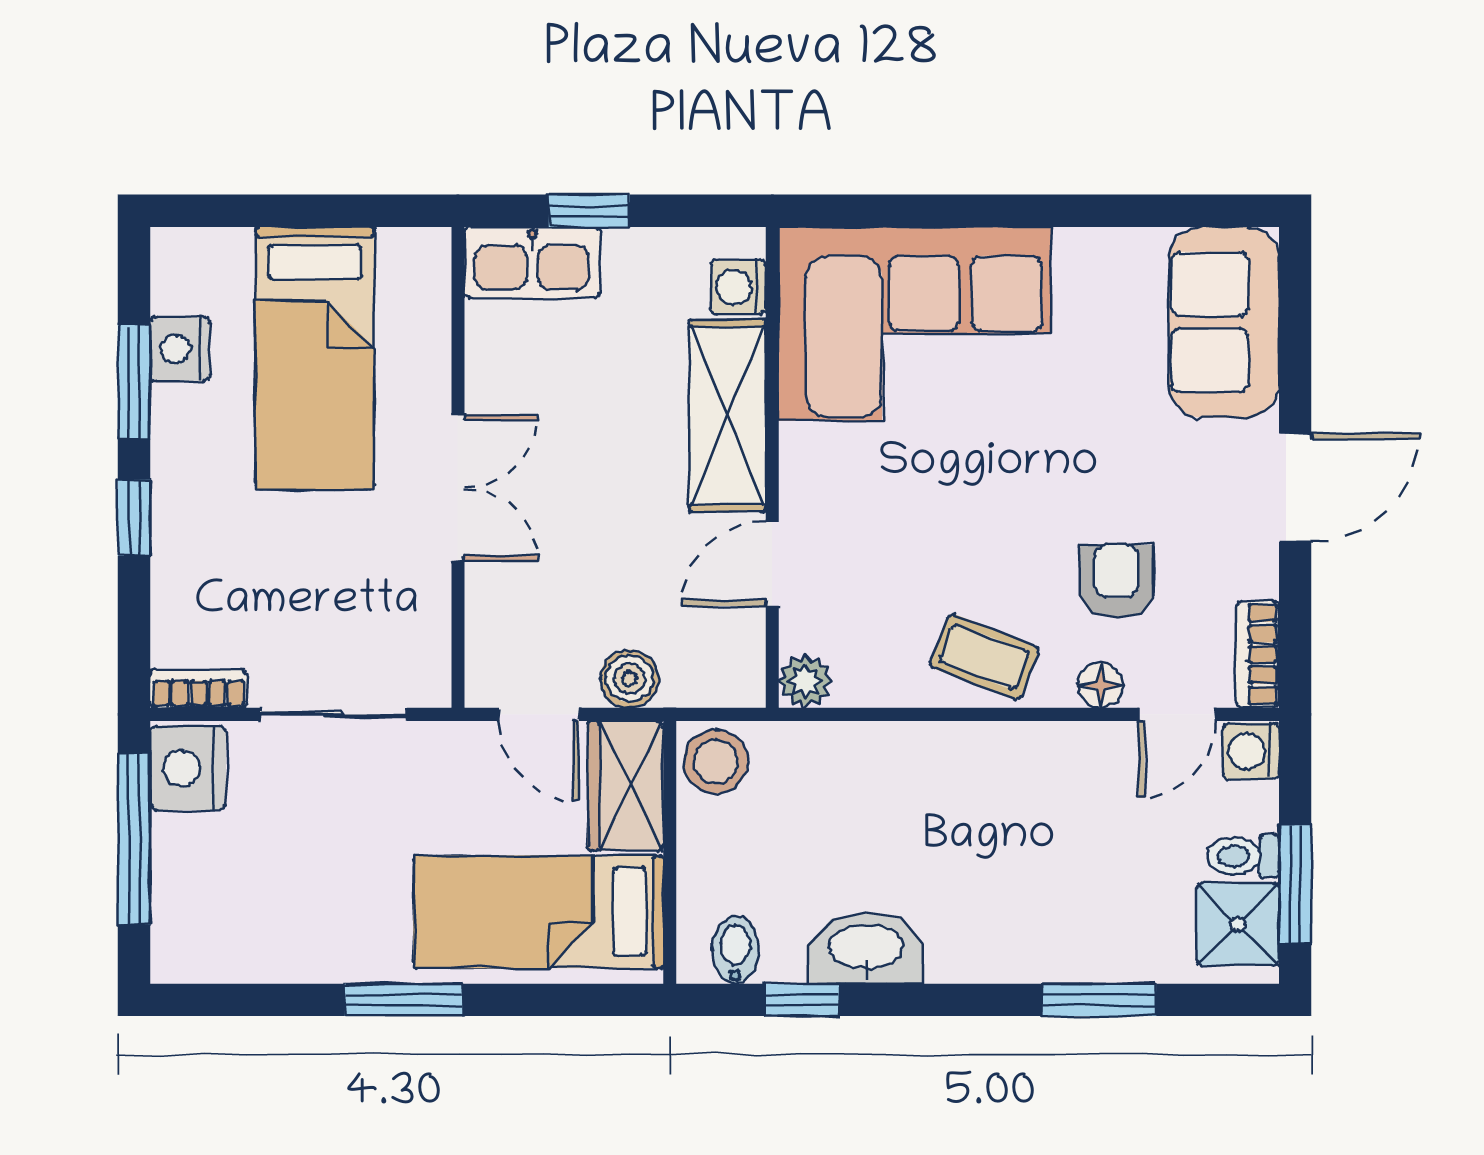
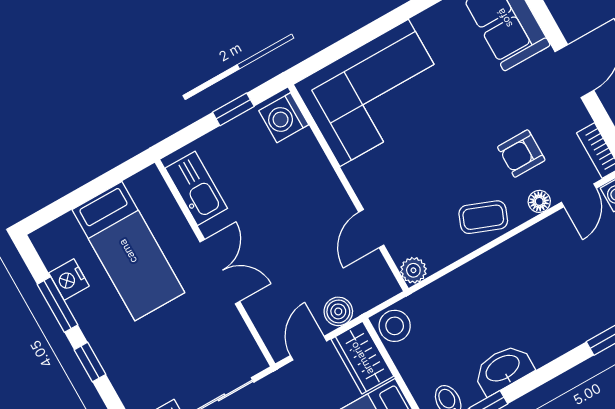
window: (589, 211) -> (233, 109), moved
kitchen sink: (532, 262) -> (196, 188), moved, turned -90
washing machine: (738, 287) -> (284, 118), width x1.38, depth x1.38
shelving: (728, 416) -> (317, 177), removed
armchair: (1117, 581) -> (521, 154), turned -90
door: (539, 714) -> (308, 348), swing flipped

